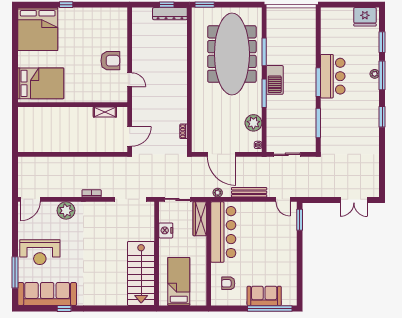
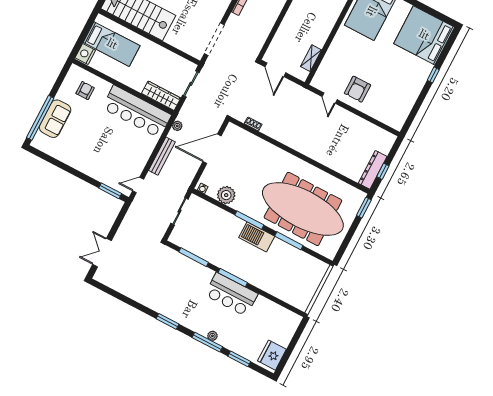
door: (130, 80) -> (330, 98), hinge flipped
nightstand: (166, 230) -> (85, 54), moved, turned -90

